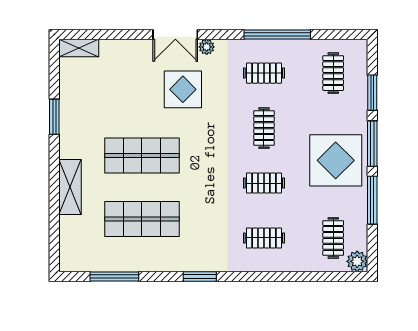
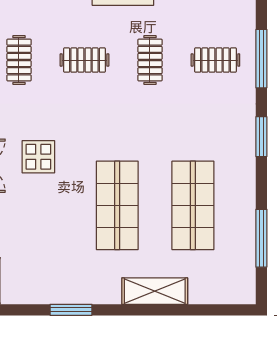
display table: (183, 89) -> (38, 157), width x0.73, depth x0.73
clothes rail: (264, 238) -> (215, 60), turned 90
window: (265, 277) -> (261, 59), added

